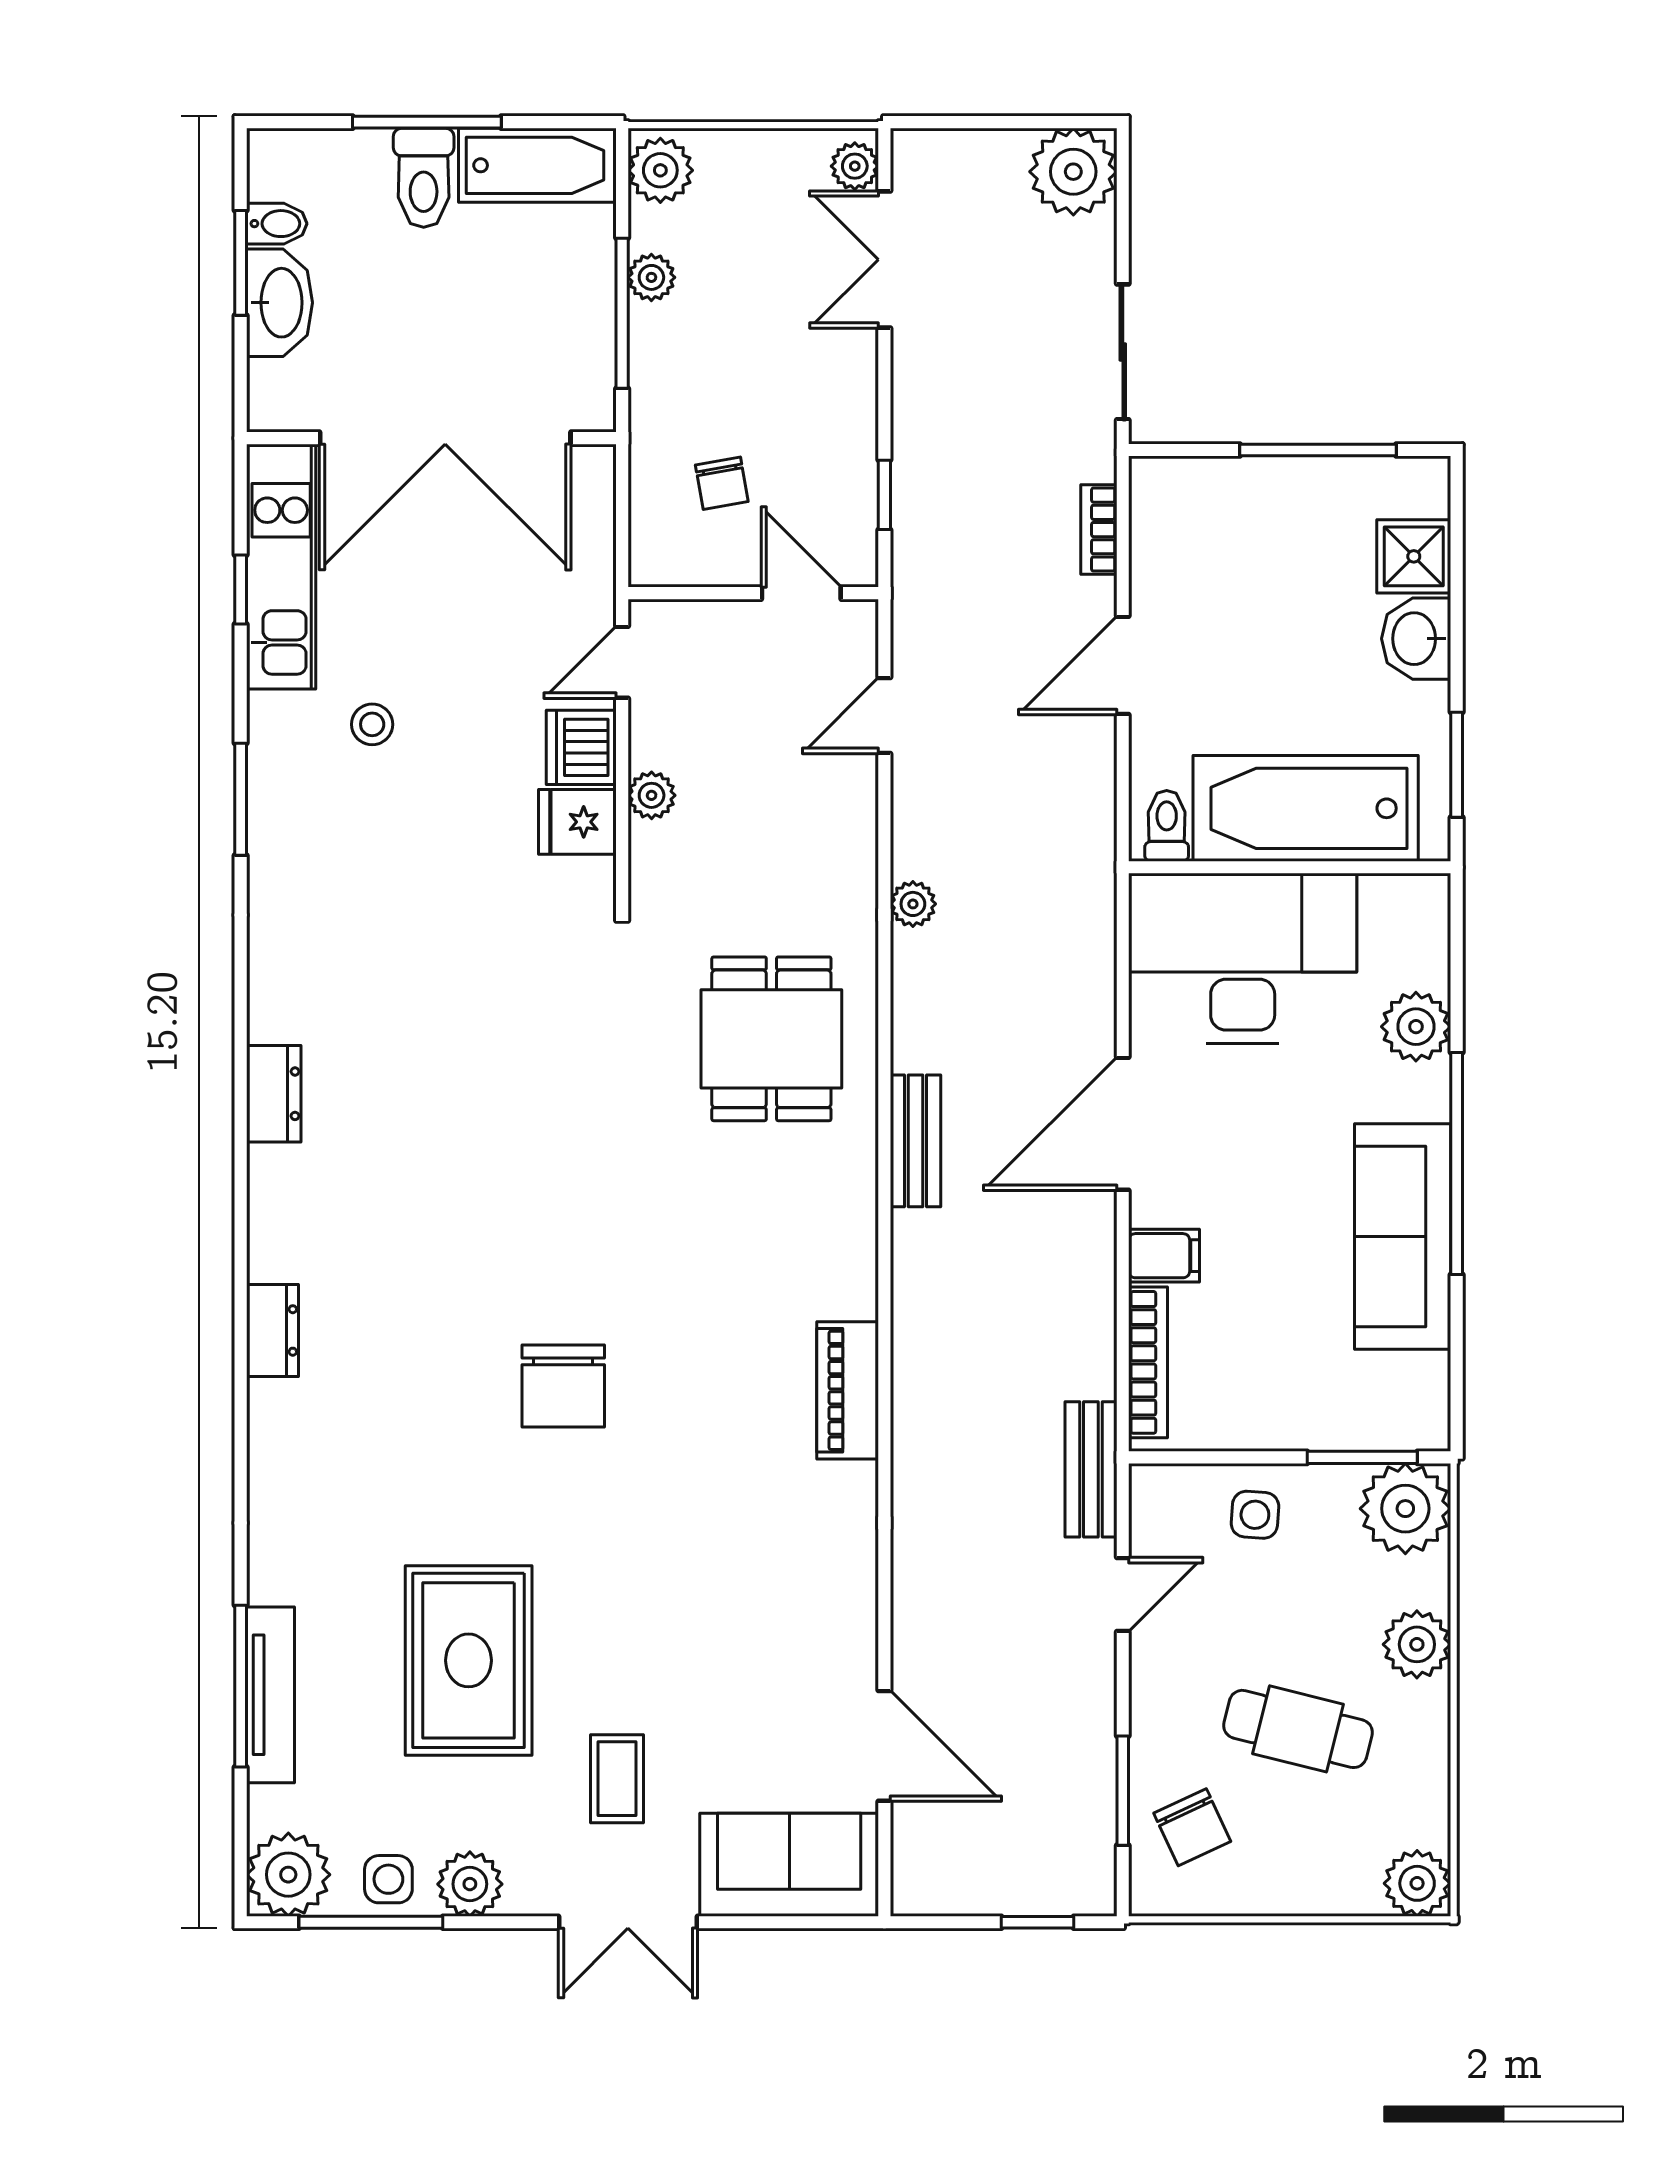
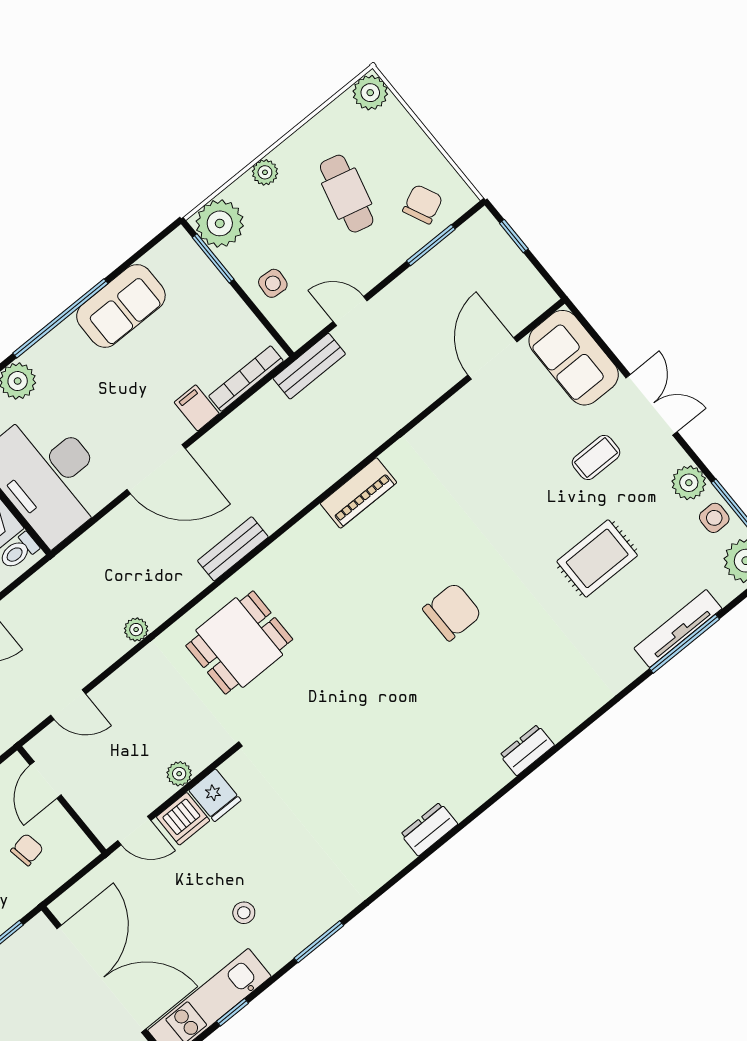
sofa: (1403, 1237) -> (121, 306), width x0.73
plant: (1417, 1644) -> (265, 172), width x0.73, depth x0.73
rug: (469, 1660) -> (597, 558), width x0.73, depth x0.70

